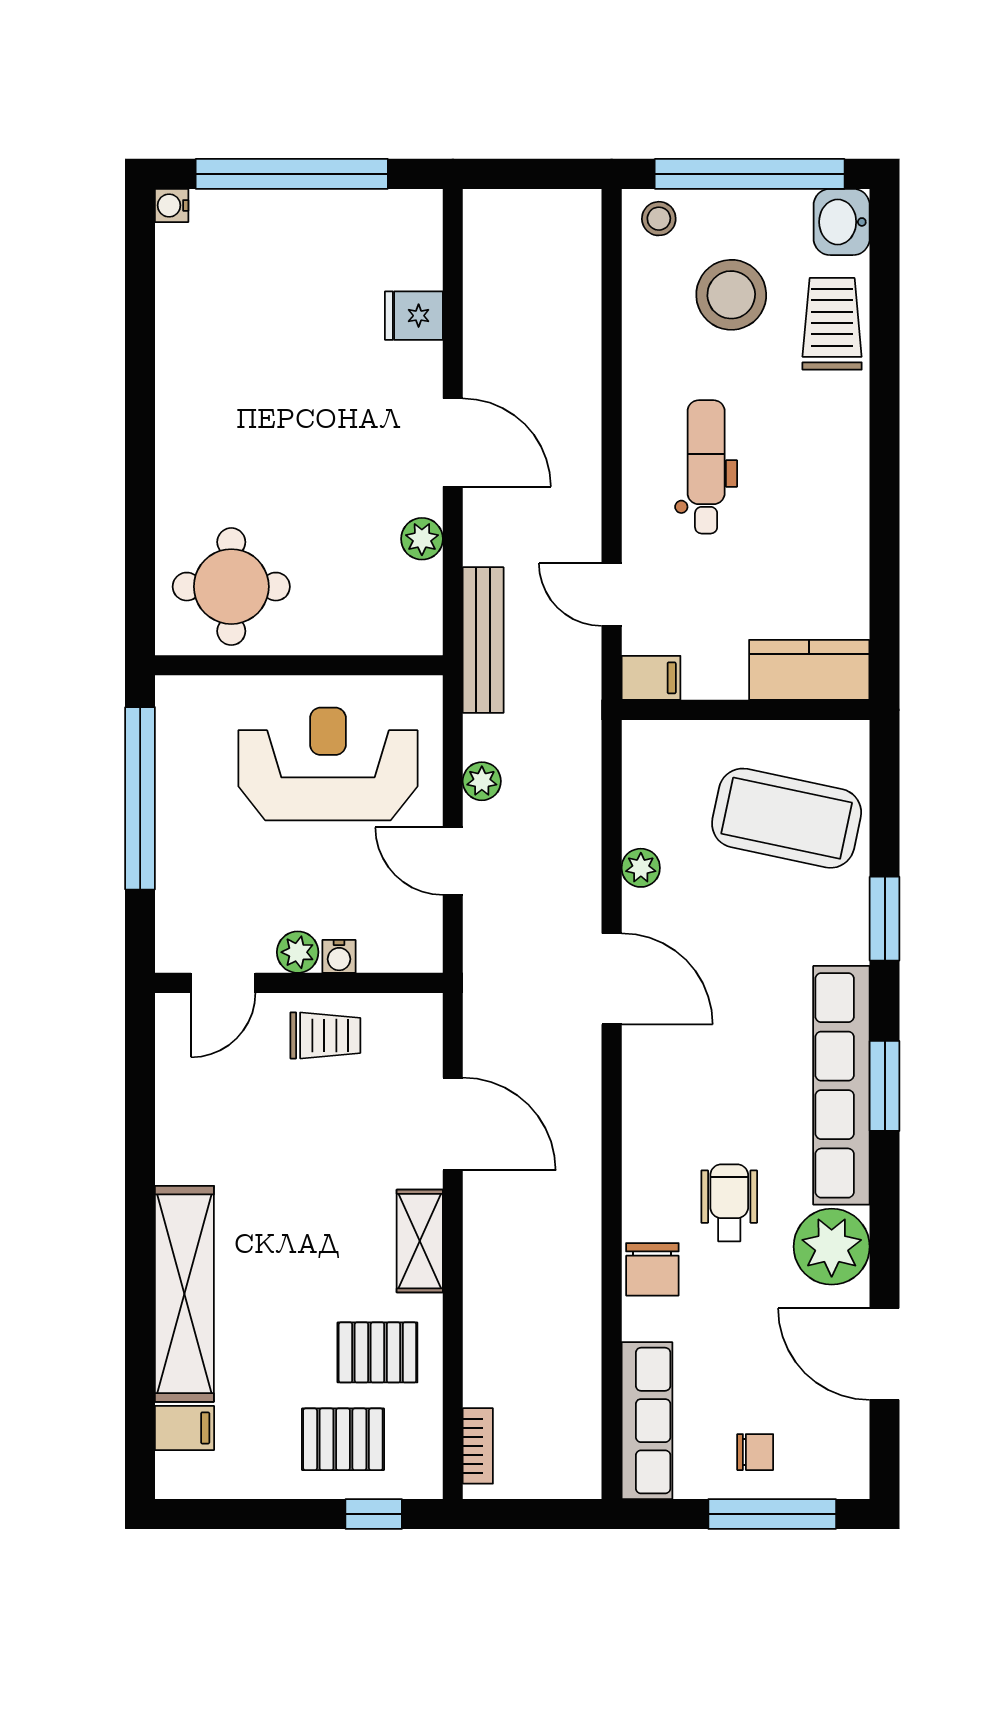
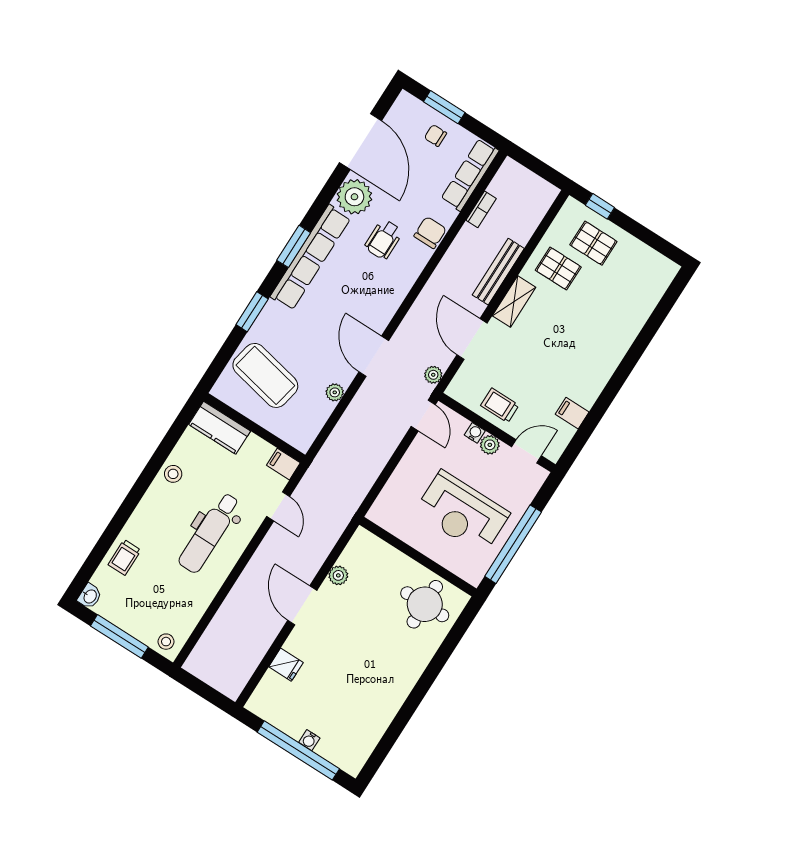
window: (750, 174) -> (119, 636), width x0.68
water cooler: (172, 205) -> (309, 740), moved, turned 90
washbasin: (842, 222) -> (90, 596), width x0.72, depth x0.69
stool: (731, 295) -> (173, 474), moved, width x0.53, depth x0.53
trolley: (832, 324) -> (125, 557), width x0.73, depth x0.72
dental chair: (706, 467) -> (209, 533), width x1.36, depth x1.38
bench: (483, 640) -> (498, 272), moved
reception desk: (328, 764) -> (462, 513), moved
plant: (482, 781) -> (433, 375), moved
door: (453, 861) -> (423, 416), moved
shelving: (184, 1294) -> (619, 339), removed
door: (885, 1354) -> (360, 142), width x1.36
filing cabinet: (185, 1428) -> (572, 413), moved
bookcase: (478, 1446) -> (481, 209), moved, turned 180
window: (772, 1514) -> (444, 107), width x0.69

